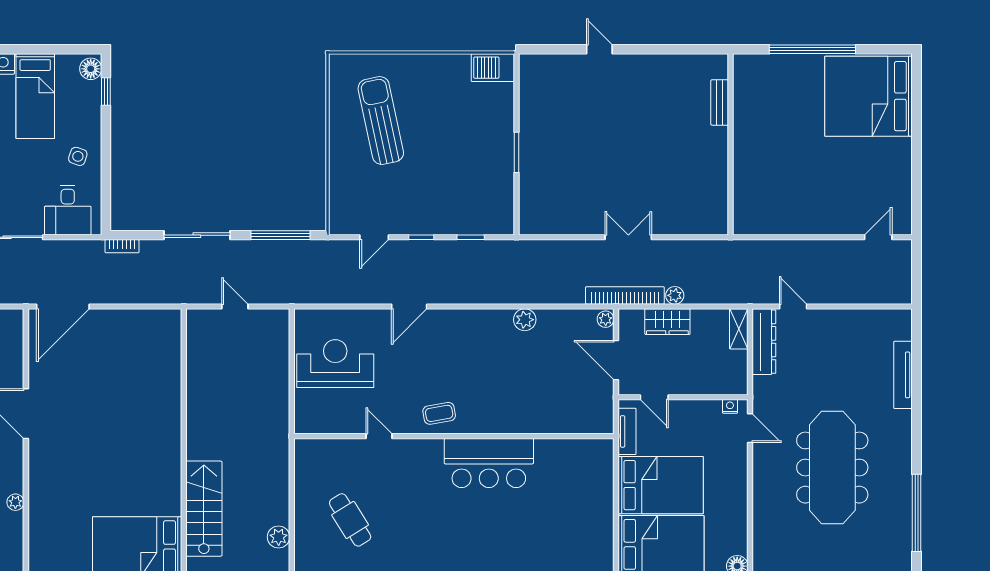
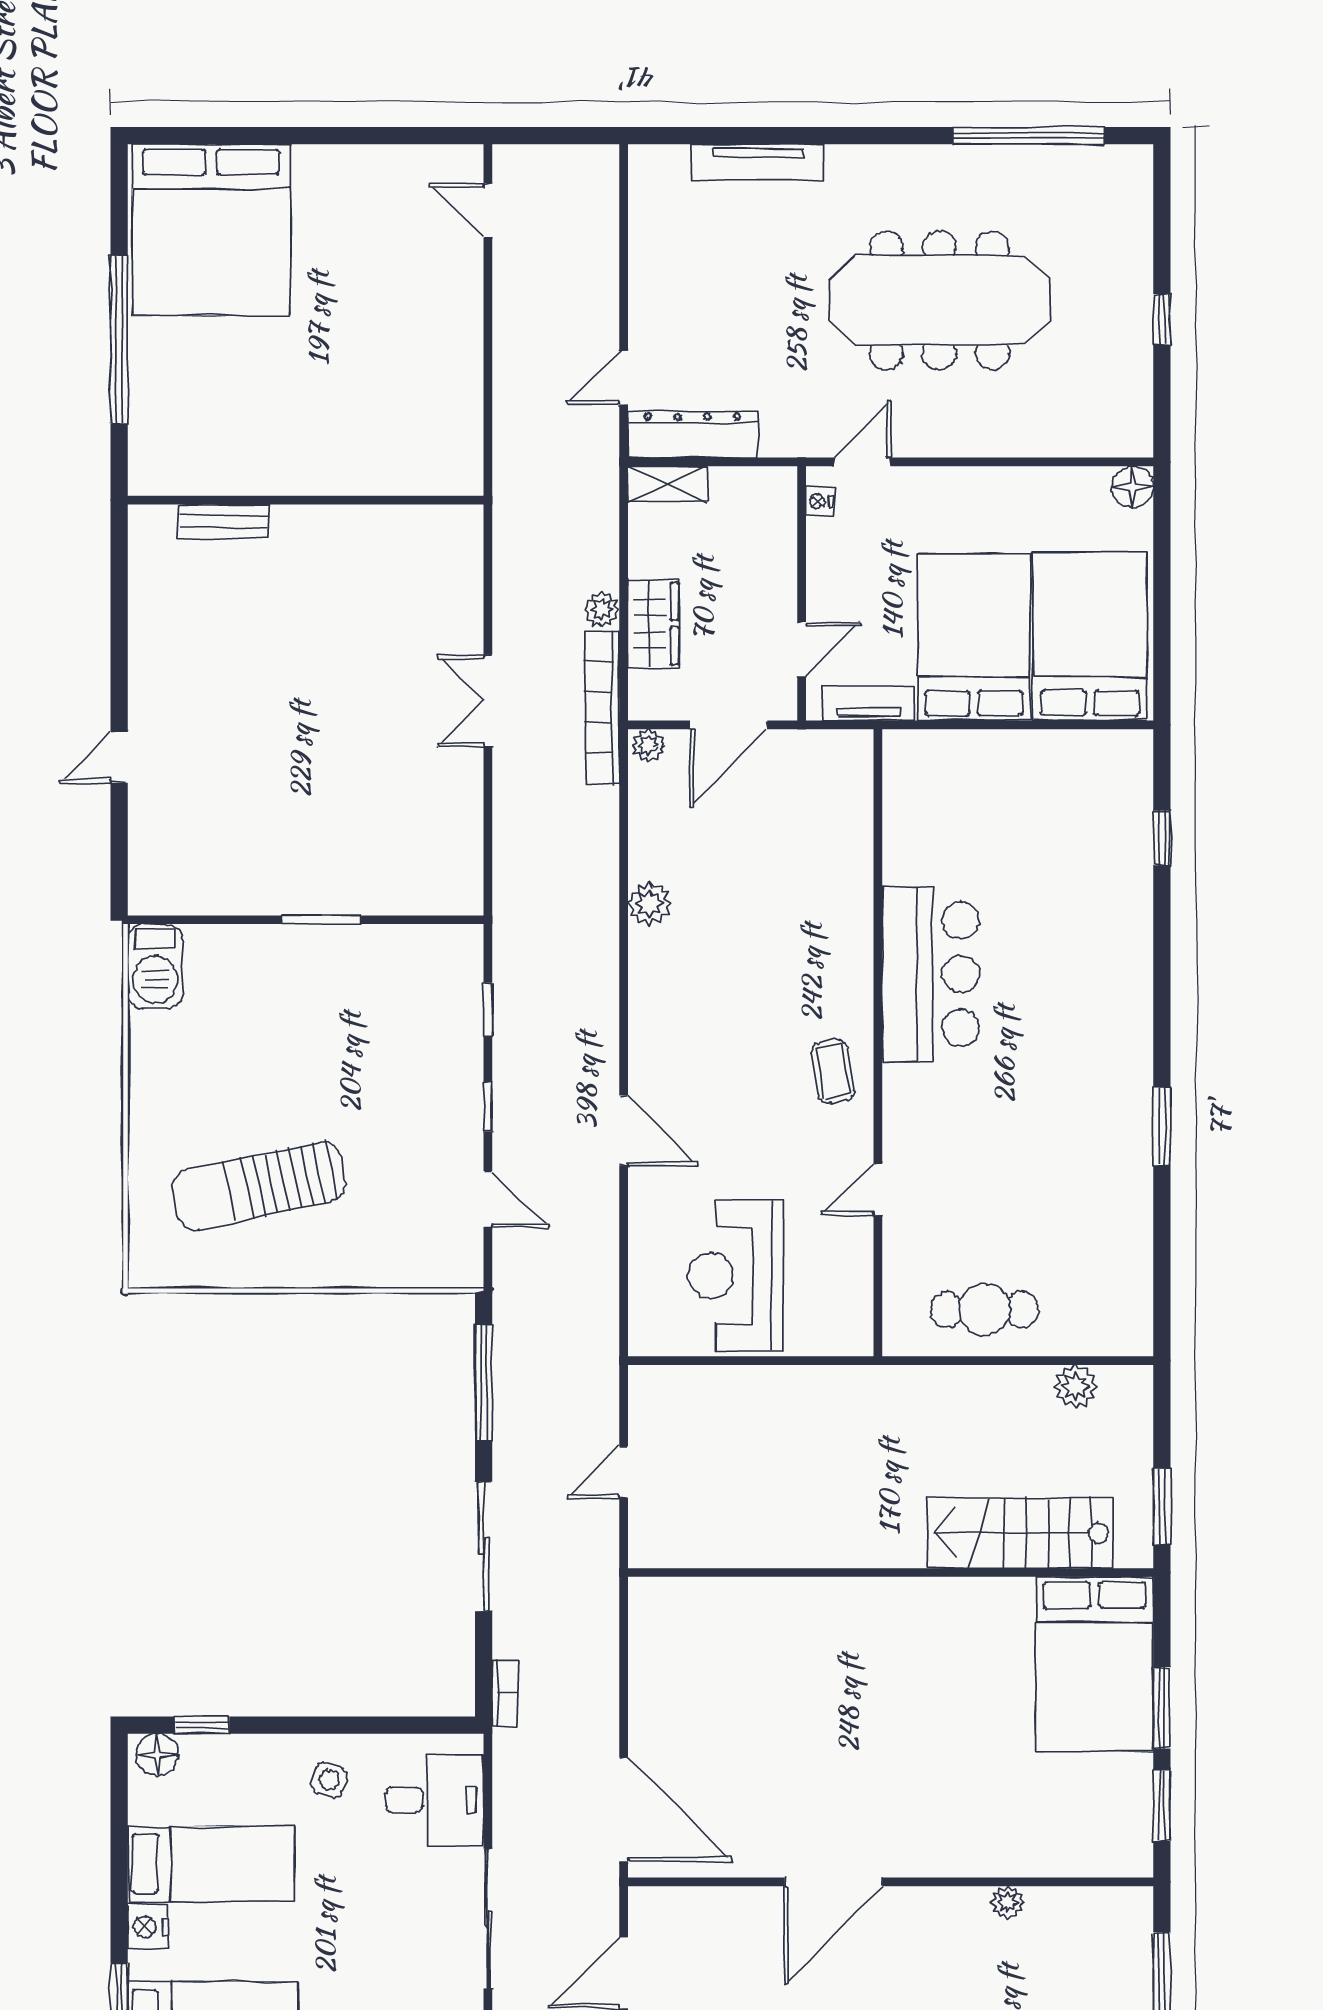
cafe table: (350, 520) -> (985, 1310), moved, turned 32

